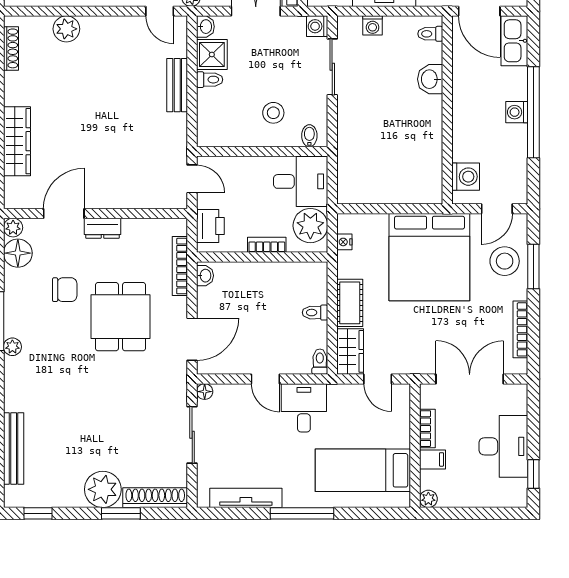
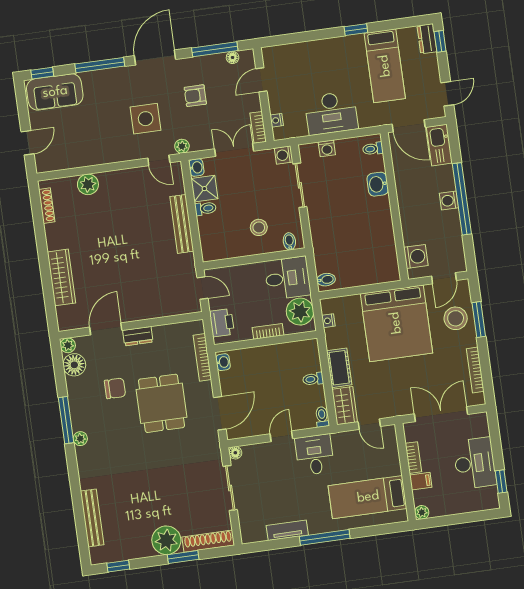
bench: (177, 85) -> (182, 224), width x1.36
bidet: (349, 190) -> (326, 280), added
door: (265, 379) -> (281, 436), swing flipped
tv unit: (246, 498) -> (287, 530), width x0.71

